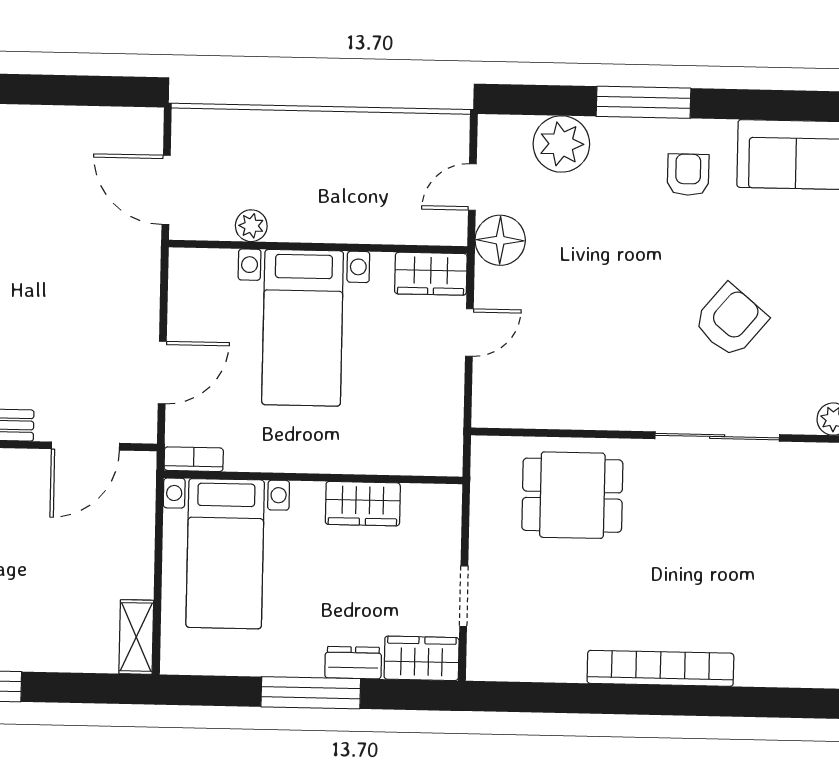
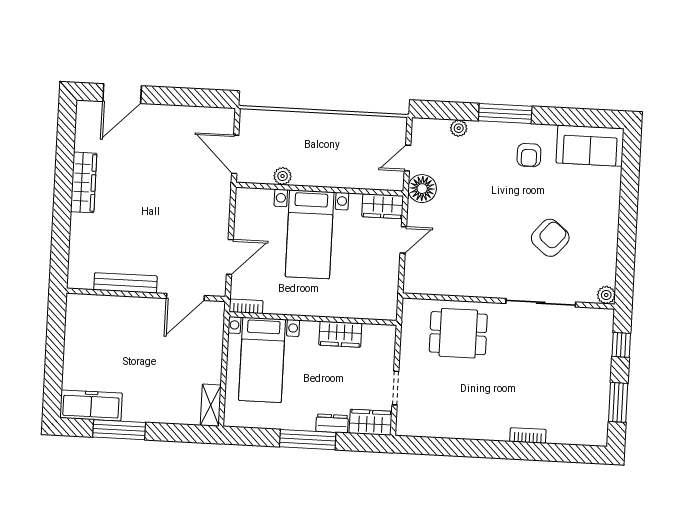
plant: (561, 144) -> (459, 128), width x0.53, depth x0.53
armchair: (688, 175) -> (529, 155), turned 180
bookcase: (660, 668) -> (528, 435), width x0.43, depth x0.76

